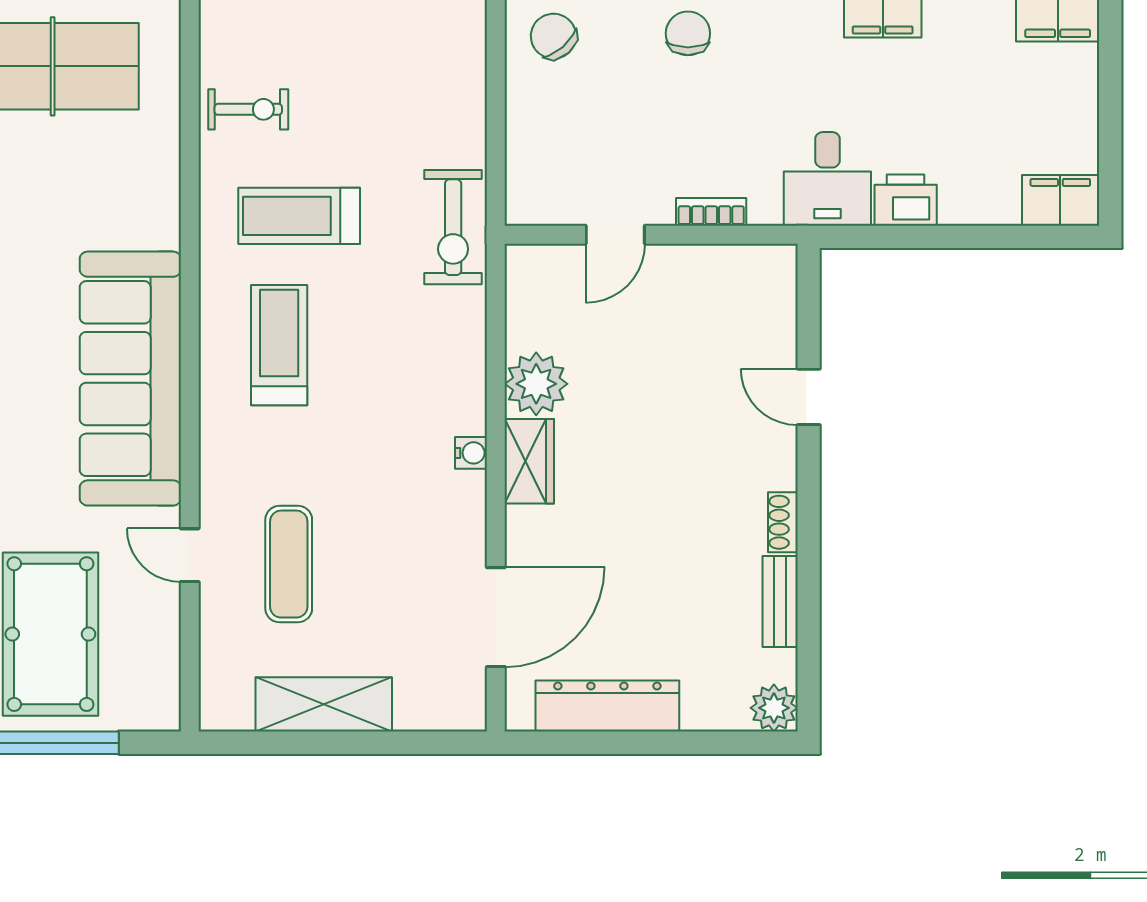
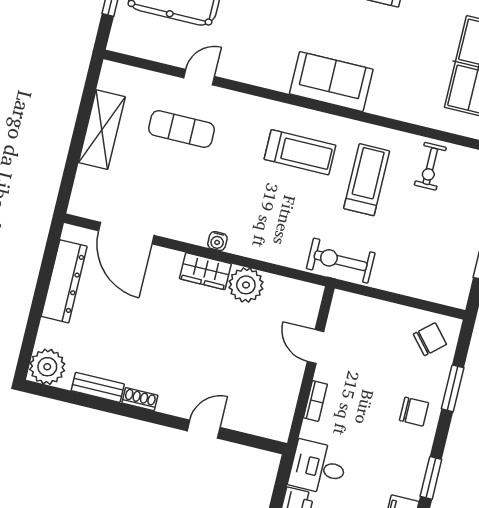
sofa: (130, 379) -> (331, 82), width x0.54, depth x0.79
plant: (774, 708) -> (47, 367), width x1.36, depth x1.36

